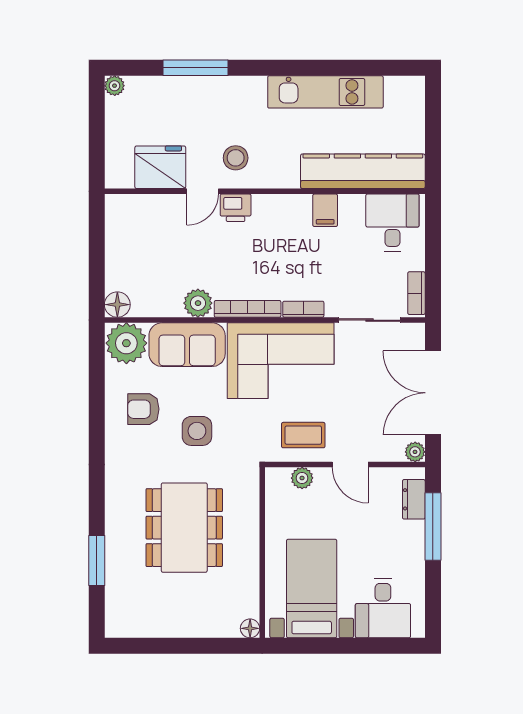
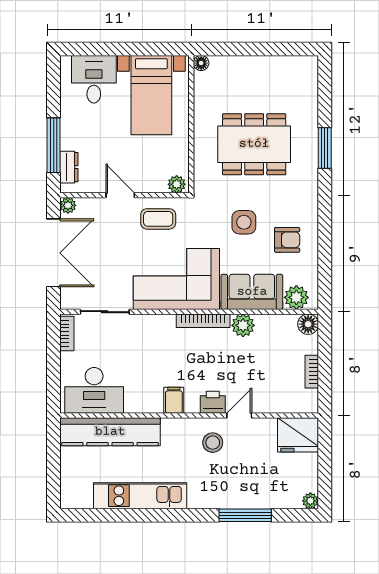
fridge: (160, 167) -> (298, 435), moved
filing cabinet: (325, 210) -> (174, 400), moved
desk: (392, 223) -> (94, 390), width x1.37
bookcase: (303, 309) -> (312, 372), moved, turned 90
plant: (126, 343) -> (296, 297), width x0.73, depth x0.73
plant: (302, 478) -> (177, 184), moved
dining table: (184, 528) -> (254, 144), turned 90
window: (97, 560) -> (325, 148), moved

